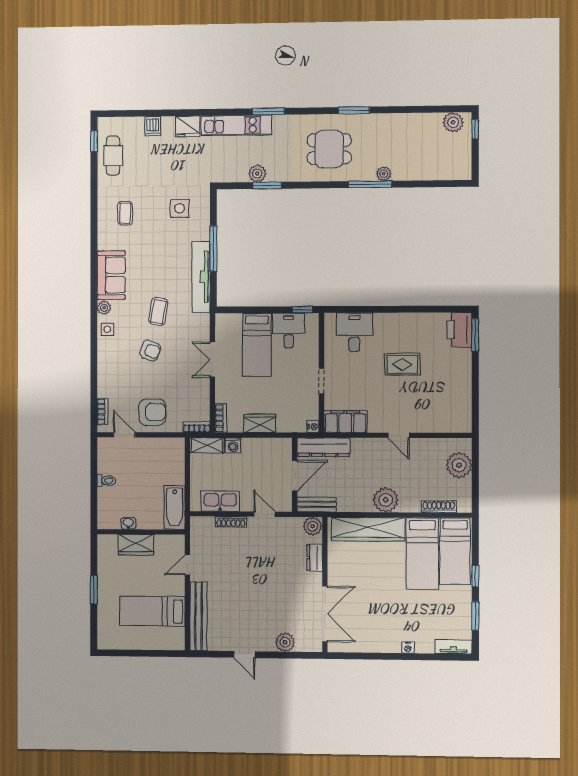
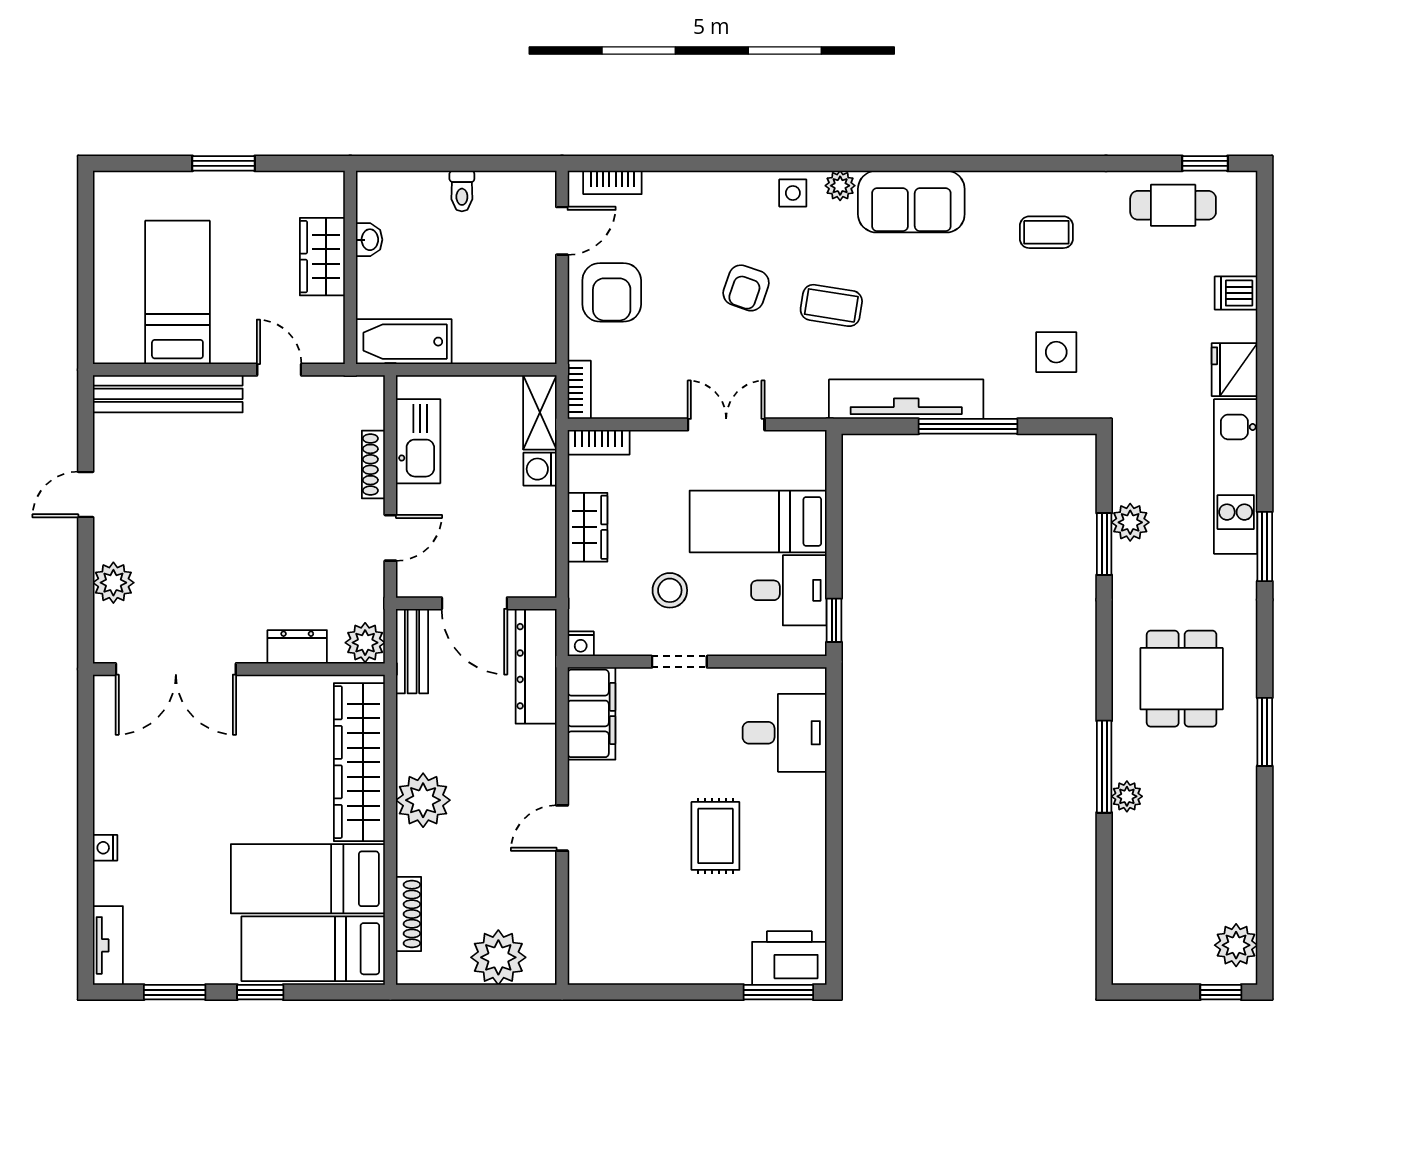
stool: (289, 385) -> (670, 590), added

